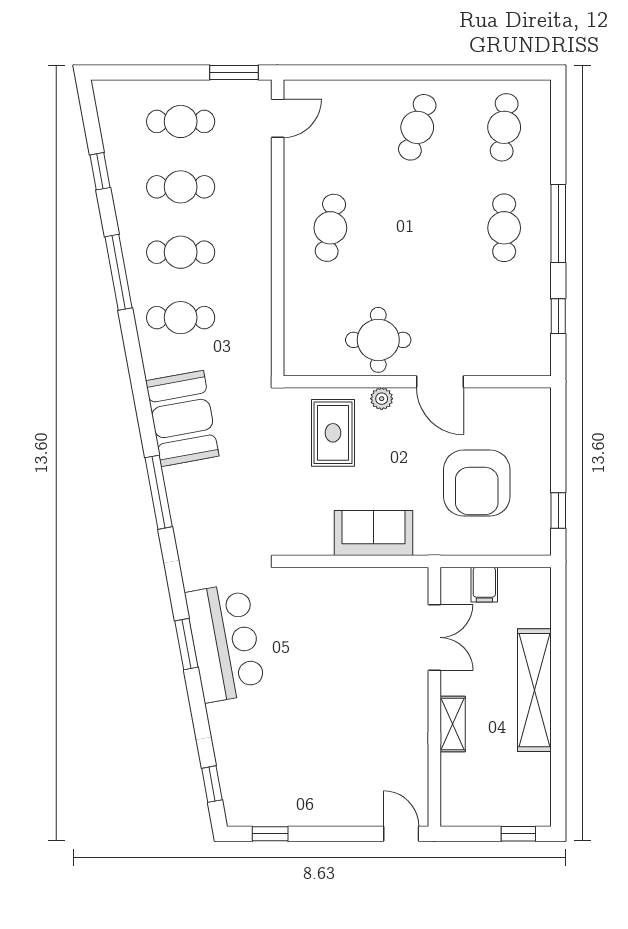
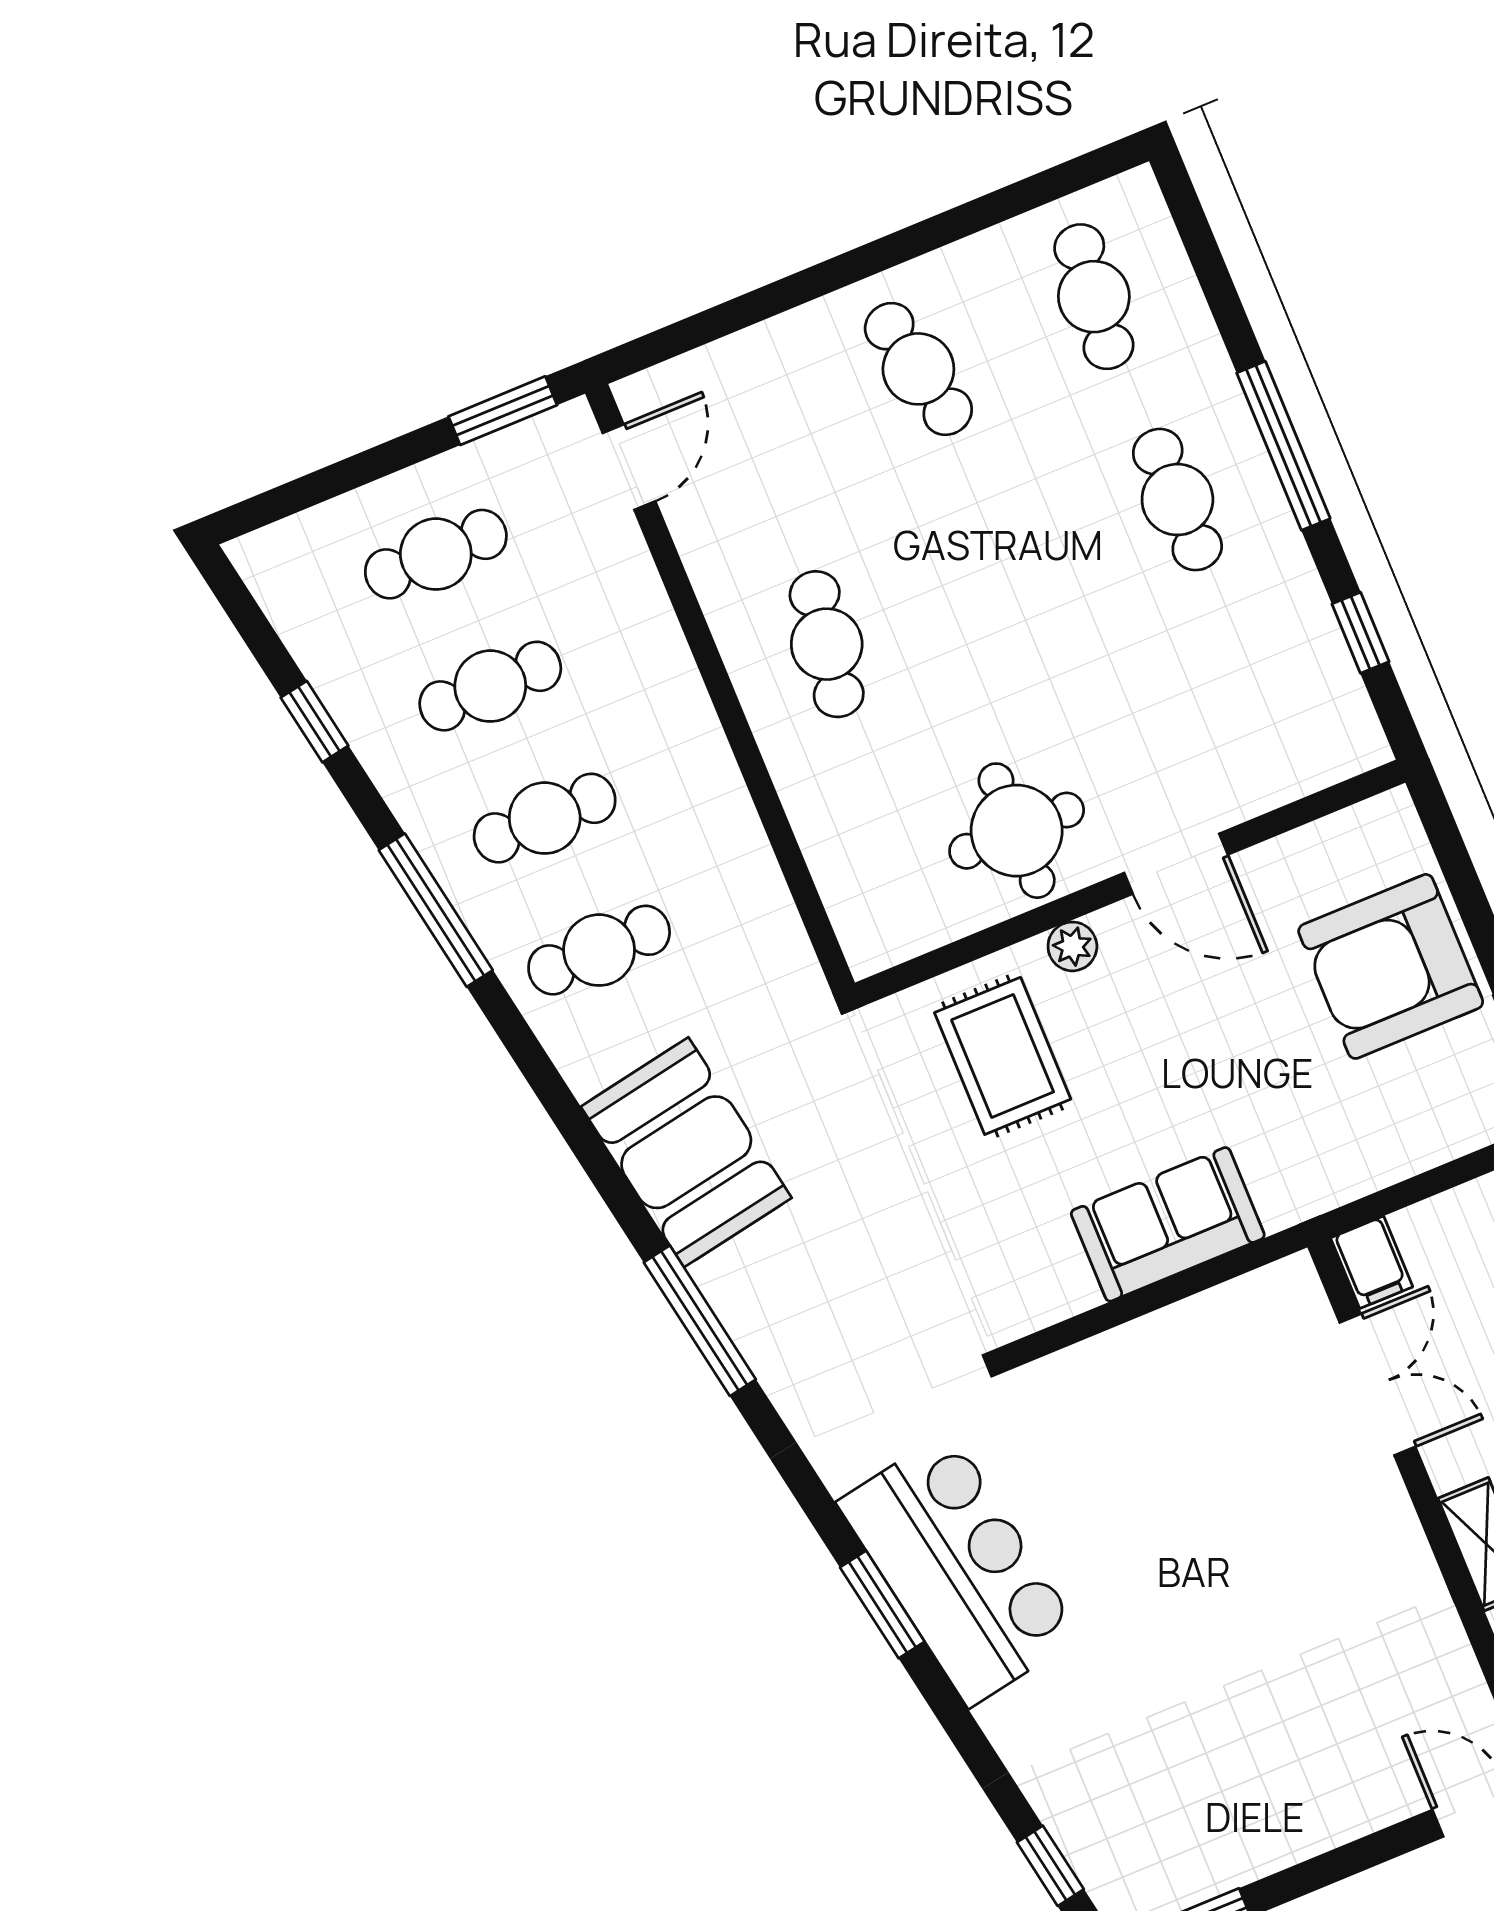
cafe table: (417, 127) -> (918, 369), turned -30
armchair: (477, 483) -> (1391, 966), moved, turned 90
filing cabinet: (484, 585) -> (1372, 1262), moved

